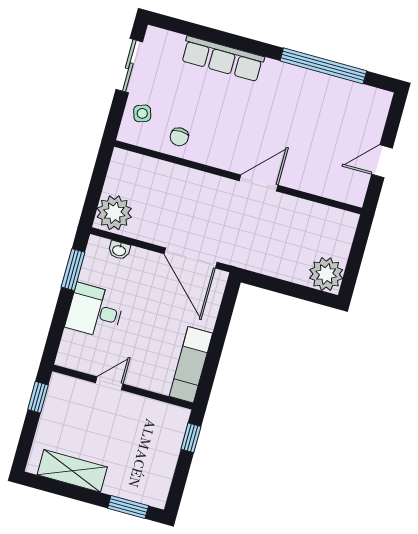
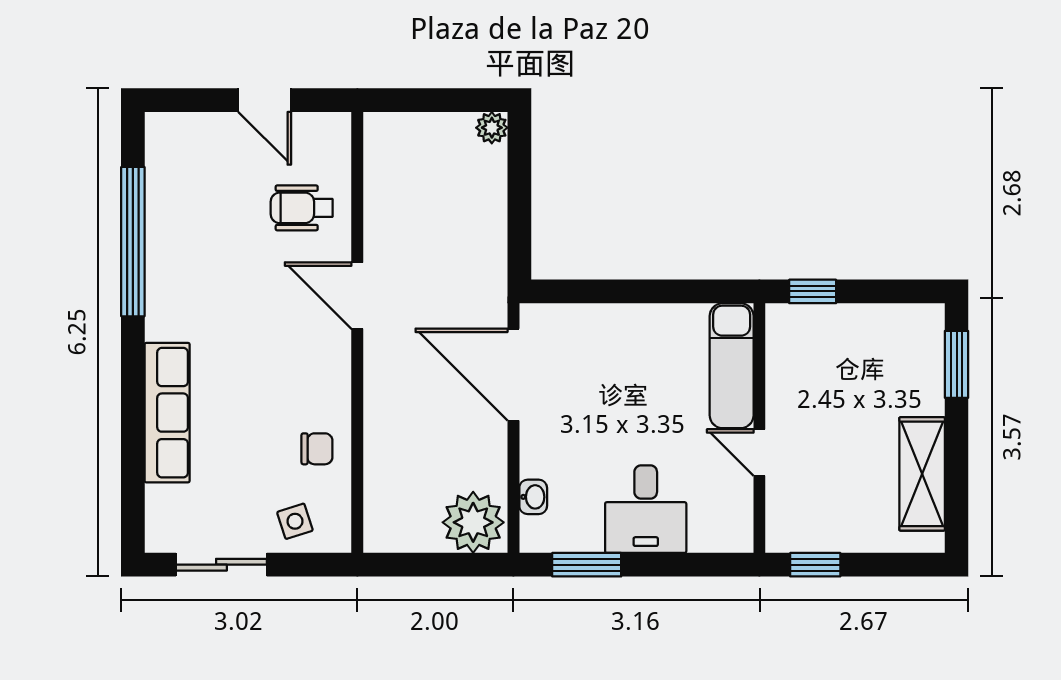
wheelchair: (316, 165) -> (302, 208), added
door: (190, 258) -> (513, 375), swing flipped
plant: (326, 274) -> (492, 128), width x0.53, depth x0.53
exam couch: (191, 365) -> (732, 366), moved, turned 90

